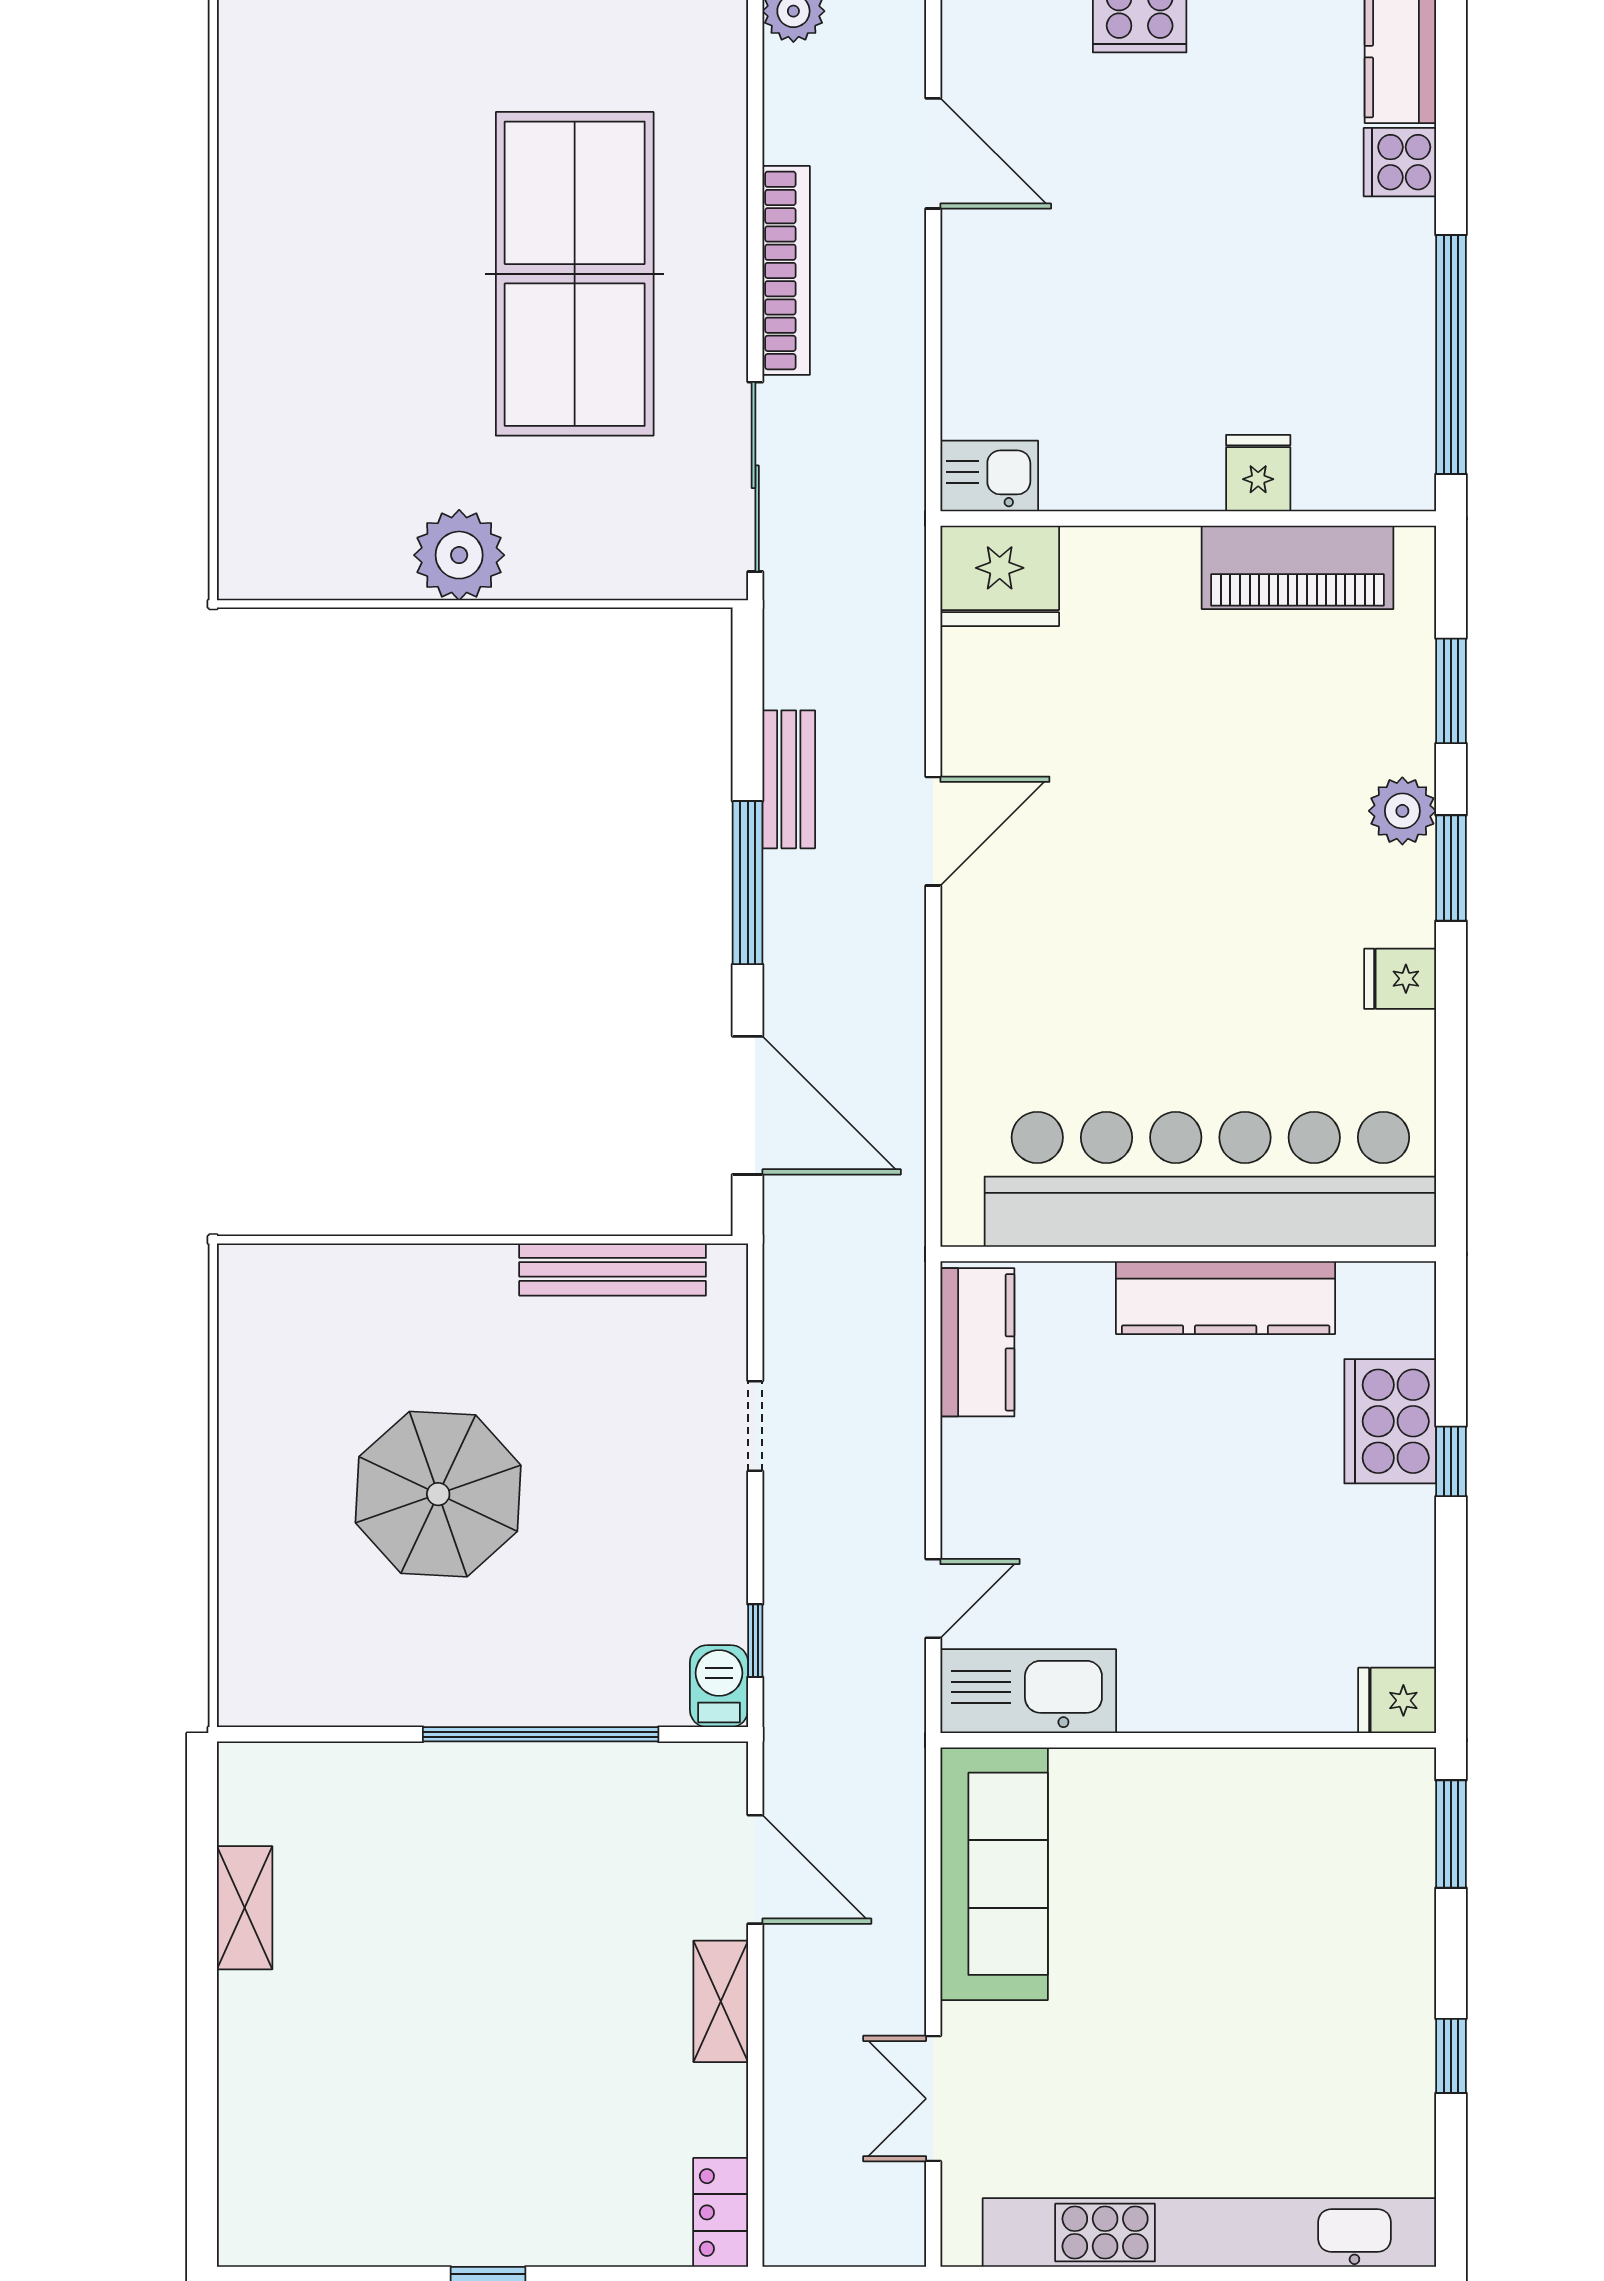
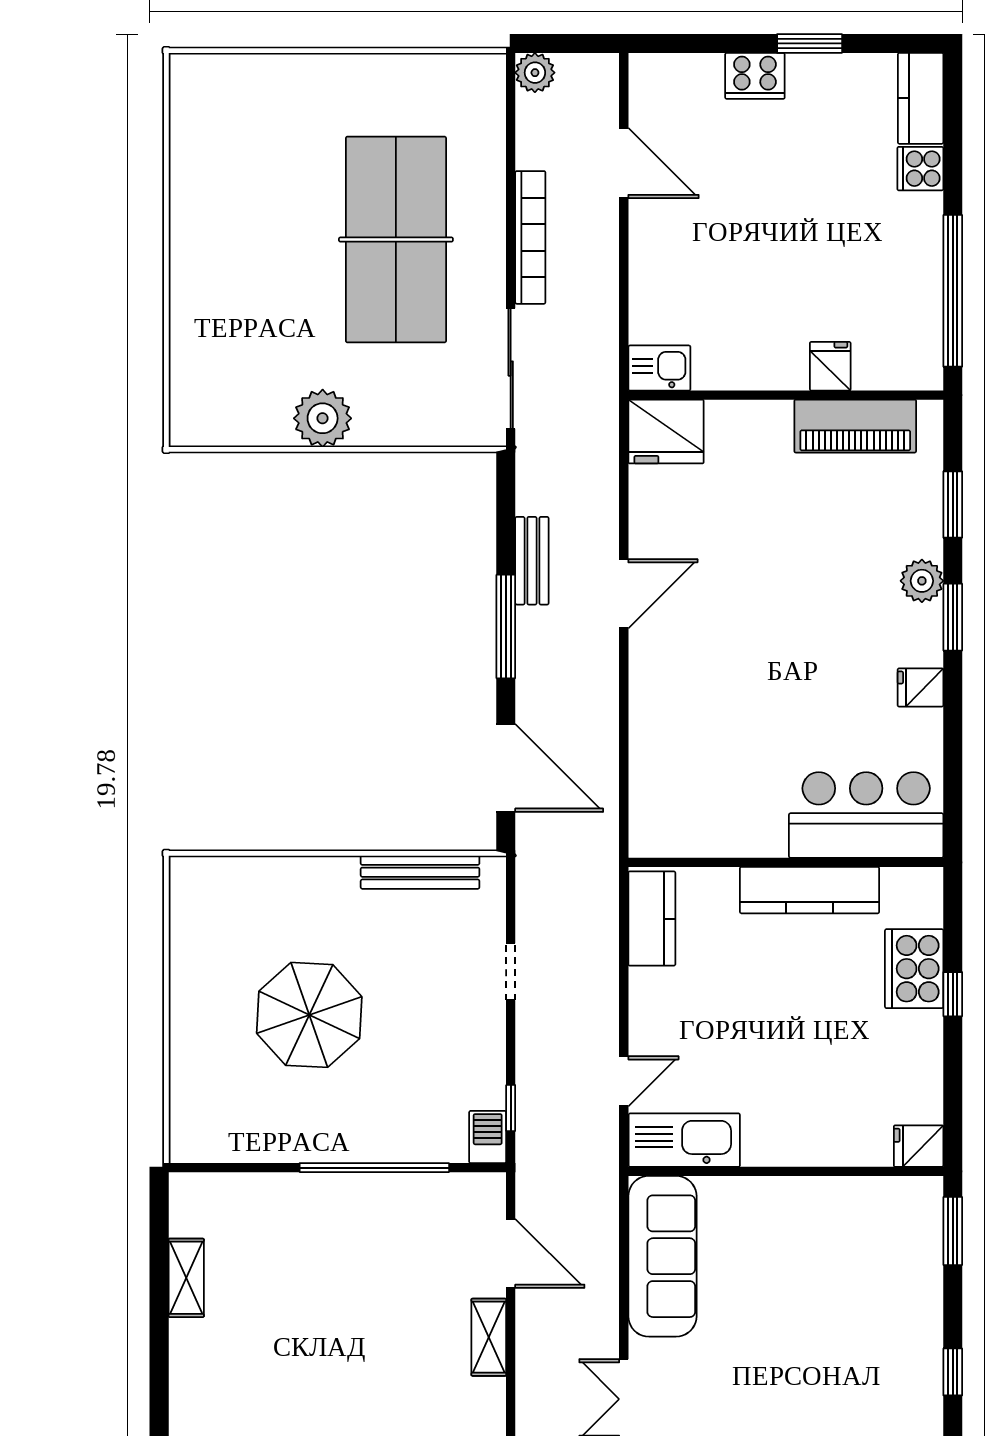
bar counter: (1210, 1179) -> (866, 815), width x0.54

